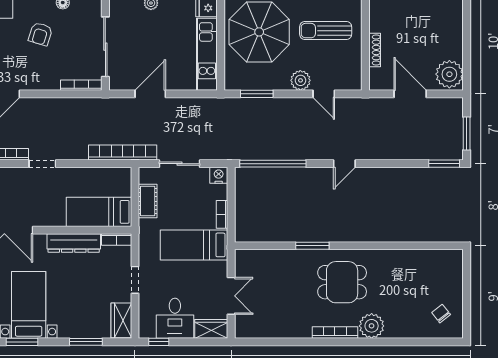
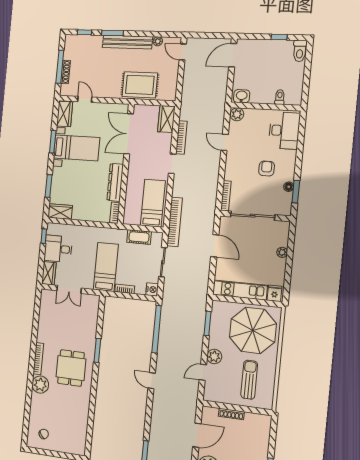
armchair: (40, 34) -> (267, 168), turned 73
bed: (99, 212) -> (153, 203), moved
doorway: (135, 280) -> (86, 223), removed

